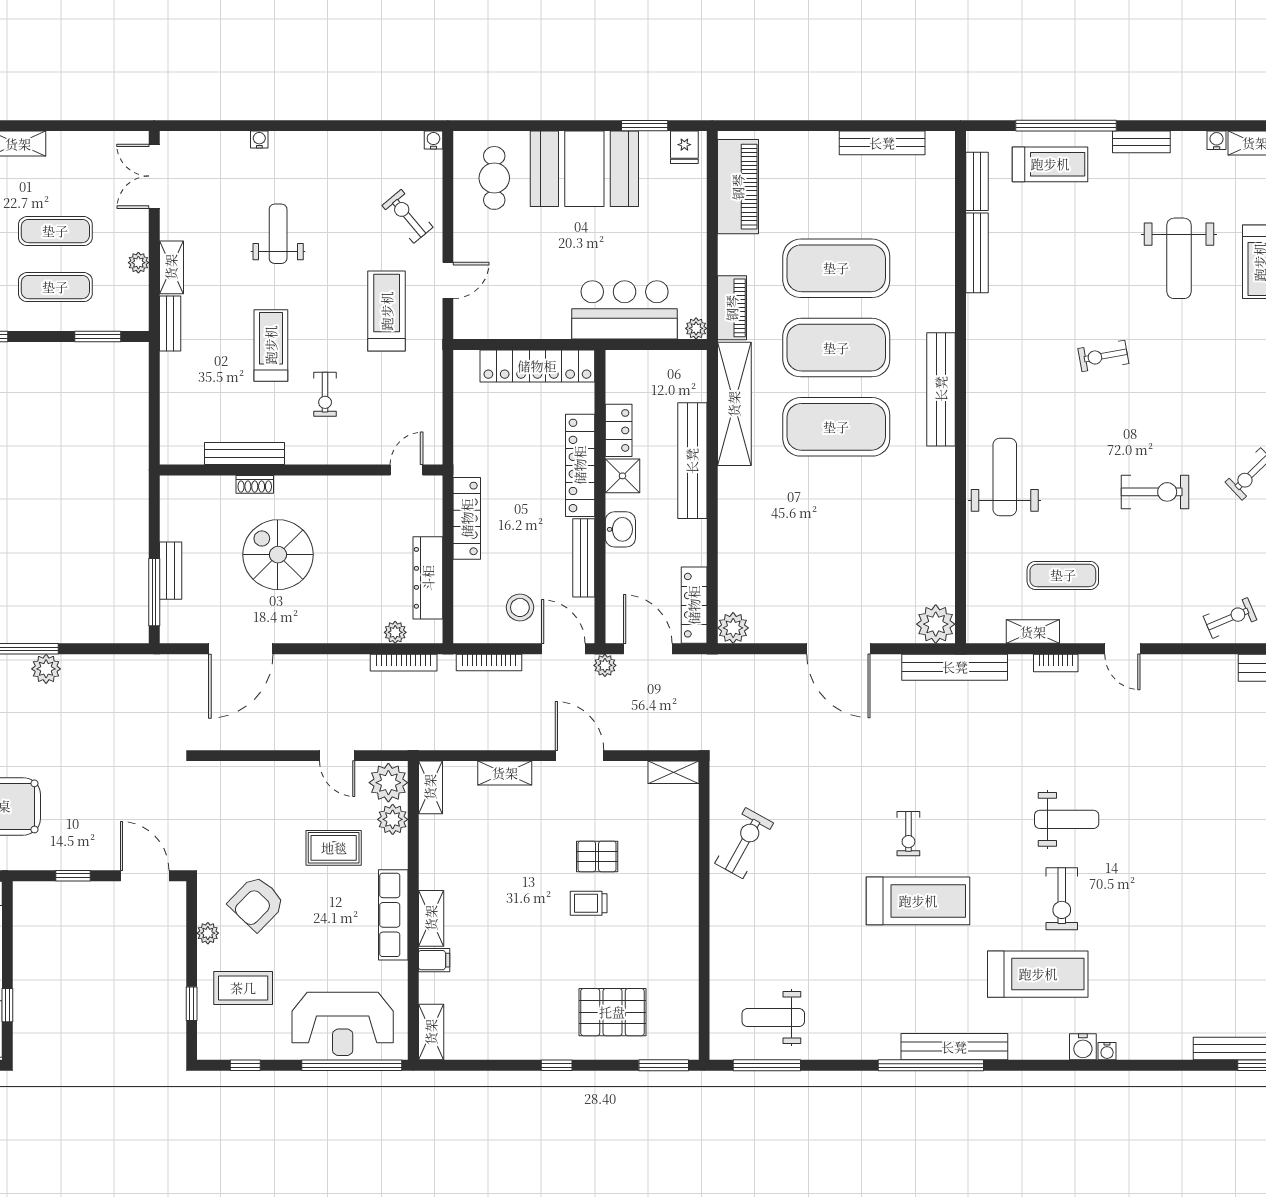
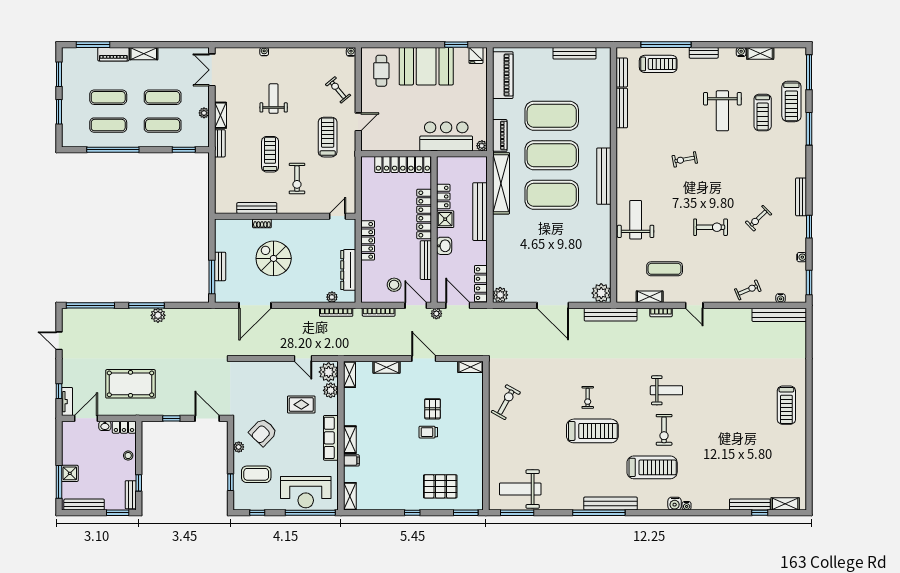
exercise bike: (325, 394) -> (297, 179), width x1.38, depth x1.39
pallet: (597, 856) -> (433, 409), turned 90
weight bench: (773, 1018) -> (520, 489), width x1.36, depth x1.33

